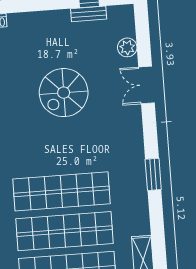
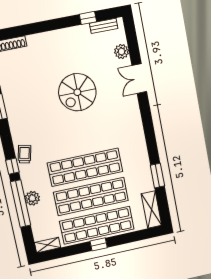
bench: (89, 14) -> (104, 26), moved
window: (153, 174) -> (157, 176), moved

